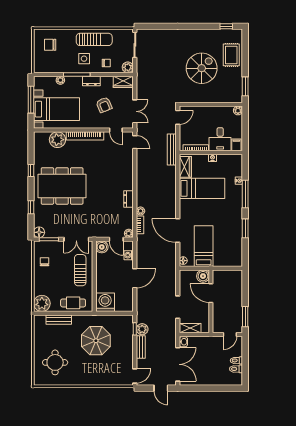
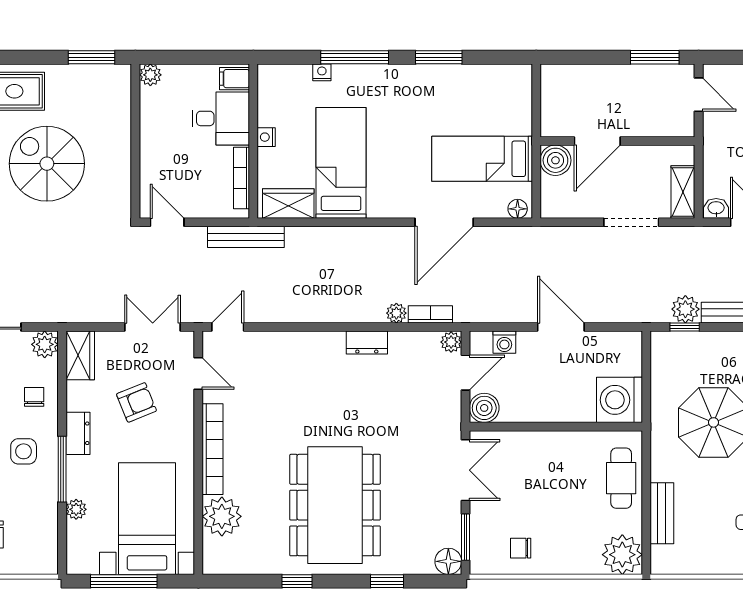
door: (116, 130) -> (198, 374), hinge flipped
sun lounger: (80, 270) -> (541, 461), removed

